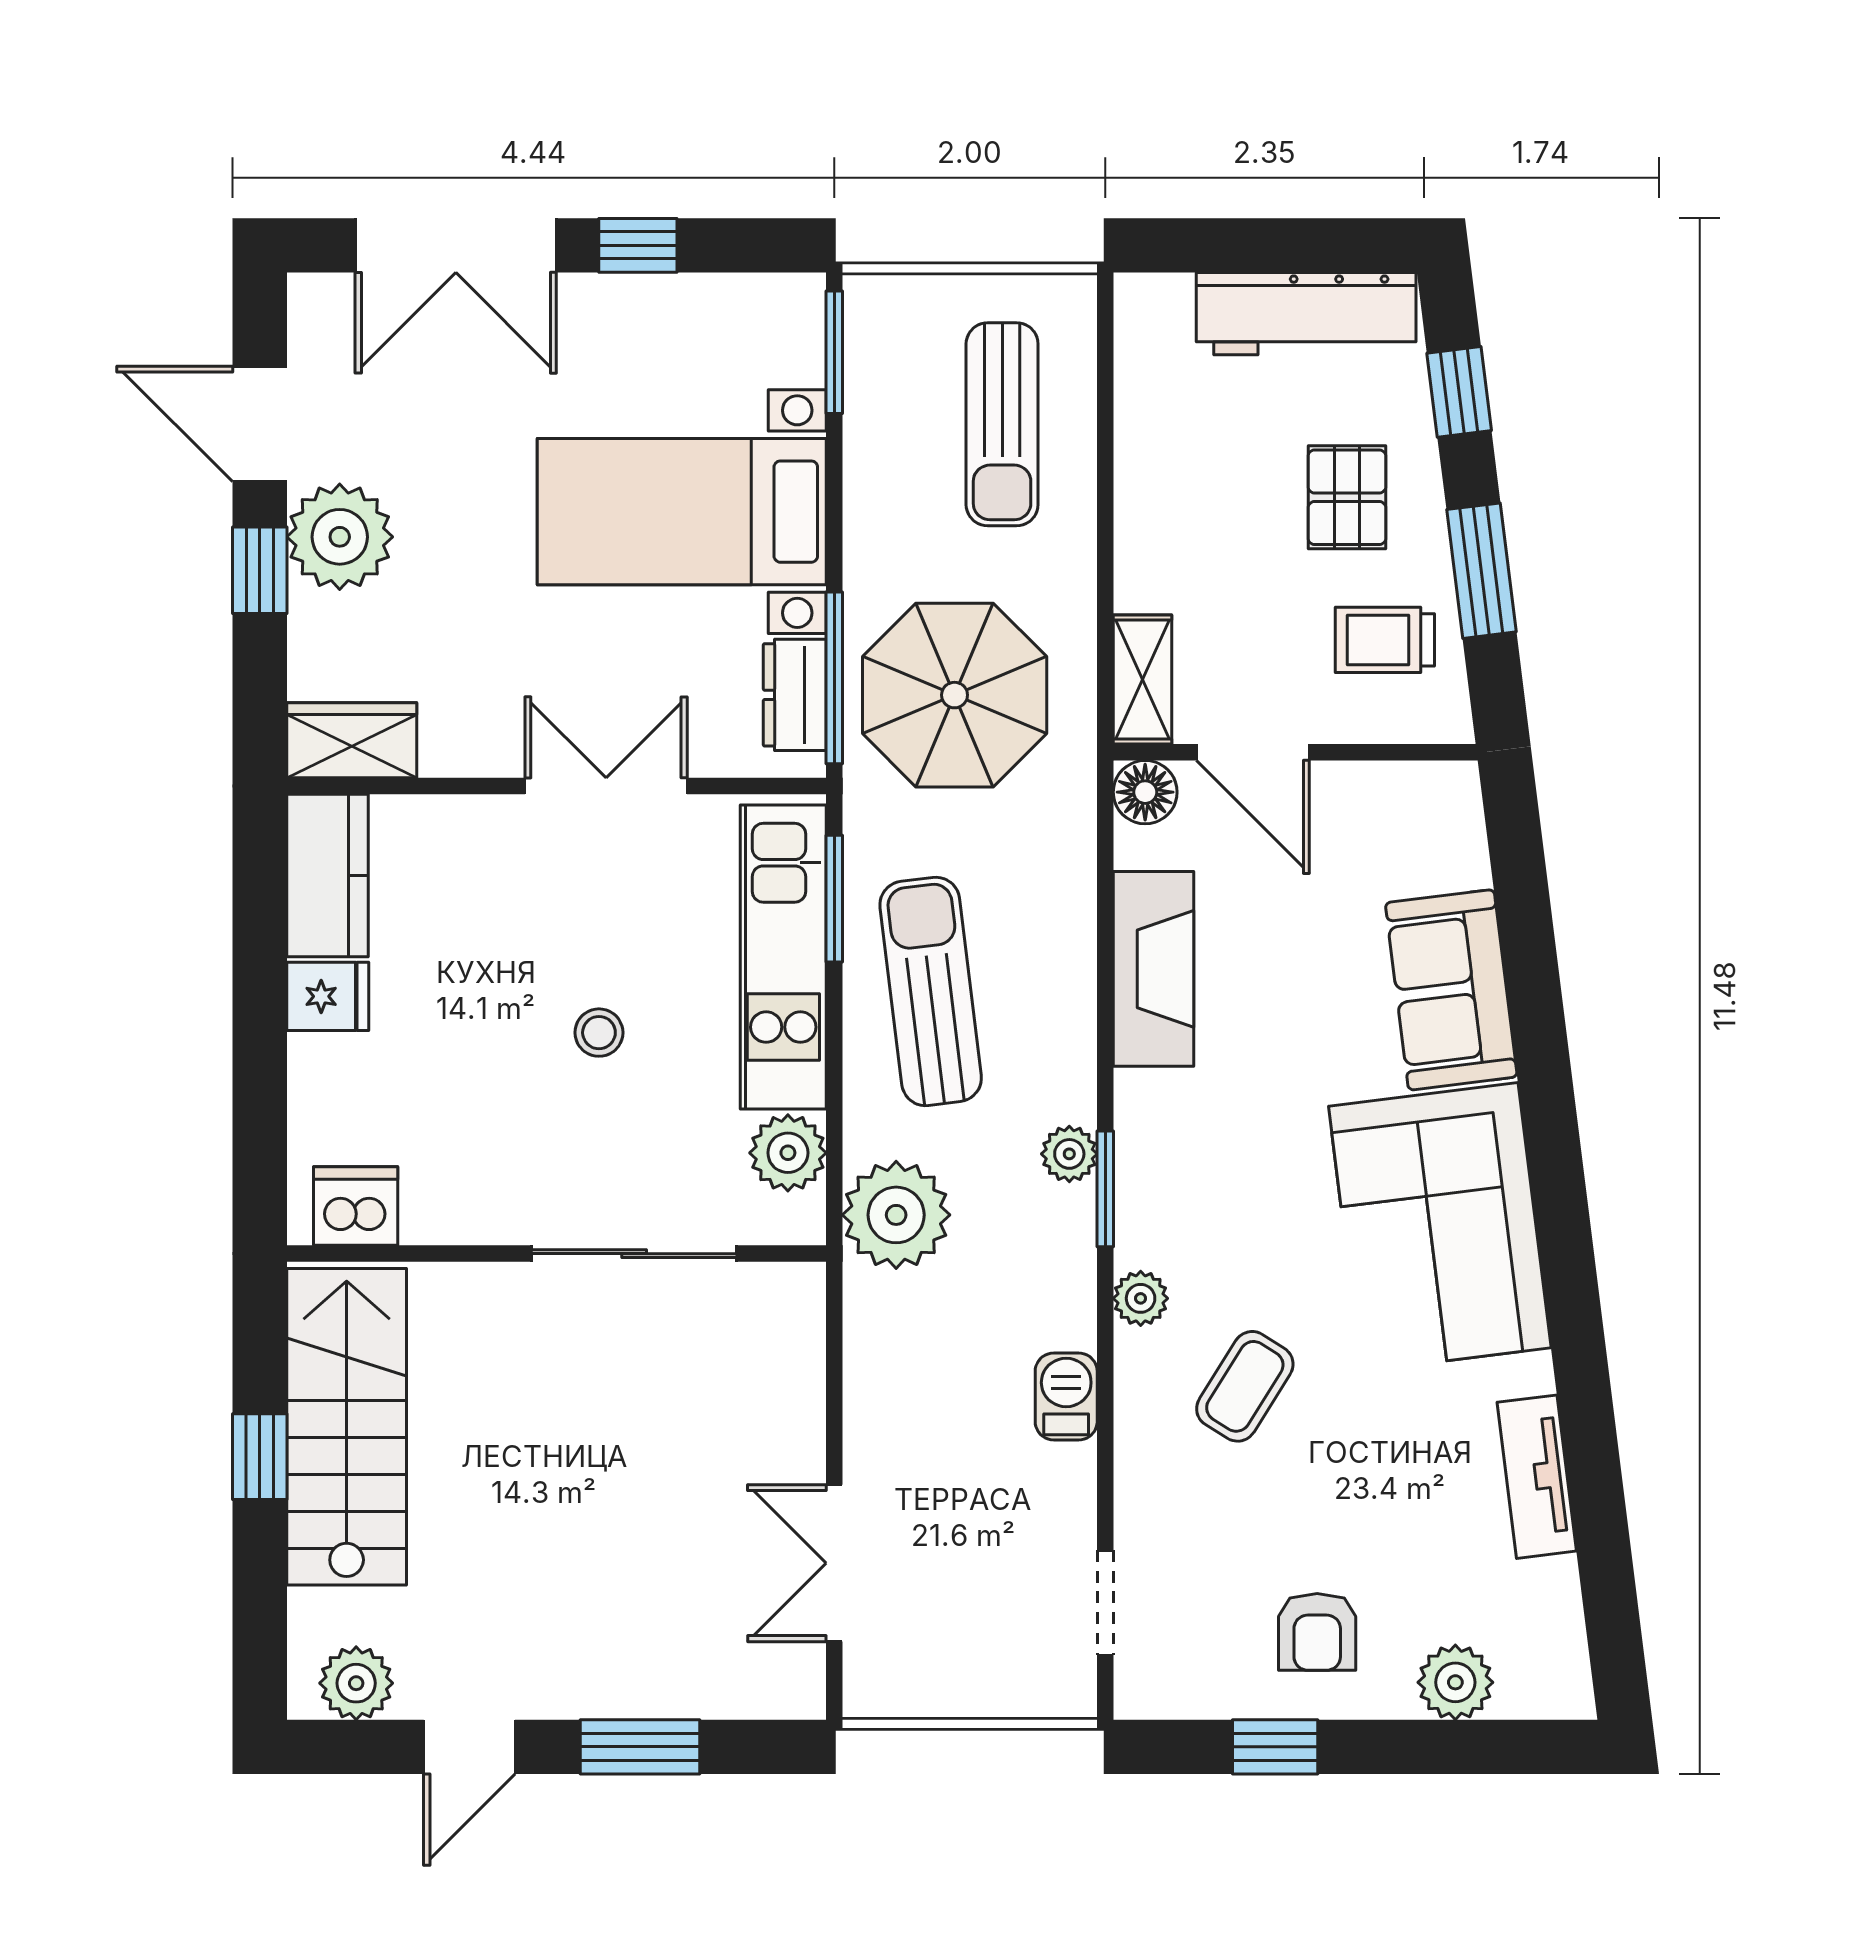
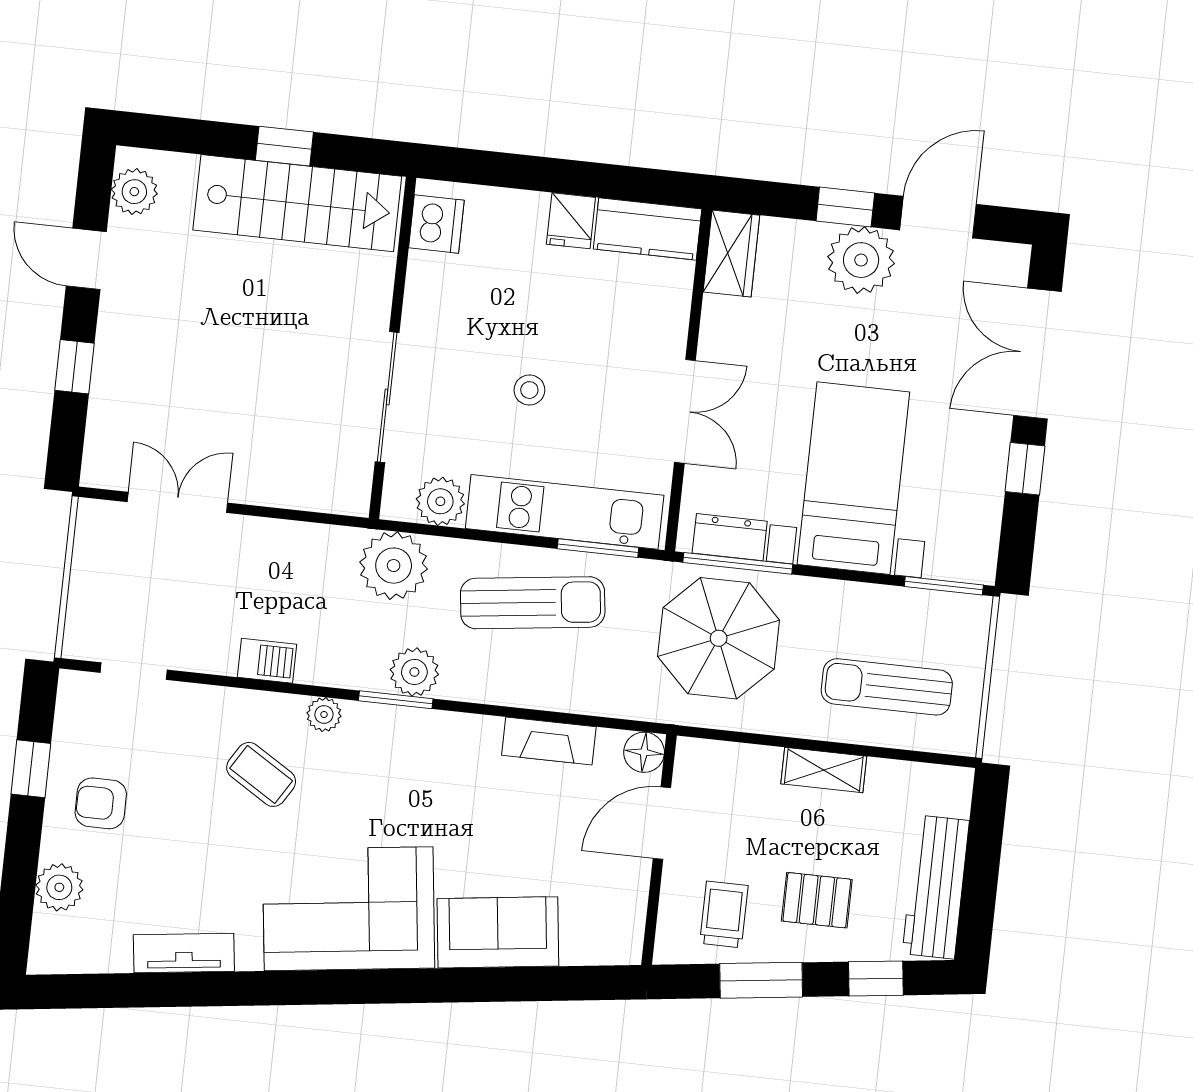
shelving: (1142, 679) -> (824, 770), moved
fireplace: (1154, 969) -> (549, 741), width x0.73, depth x0.76
plant: (1069, 1154) -> (414, 672), width x1.38, depth x1.38
window: (640, 1747) -> (75, 367), width x0.67

